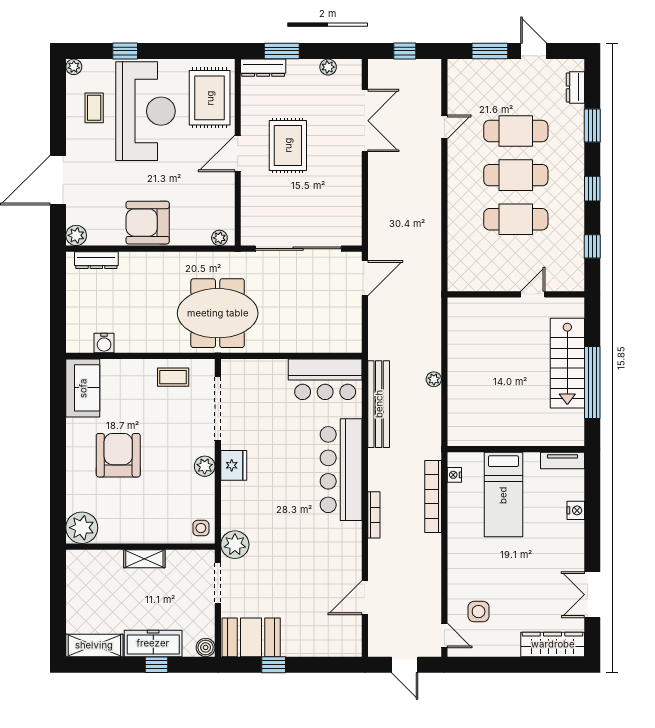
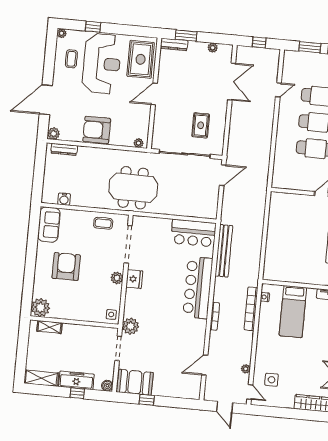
rug: (288, 145) -> (201, 125), moved, width x0.73, depth x0.70
plant: (434, 379) -> (246, 369), moved
shelving: (144, 559) -> (49, 327), moved

